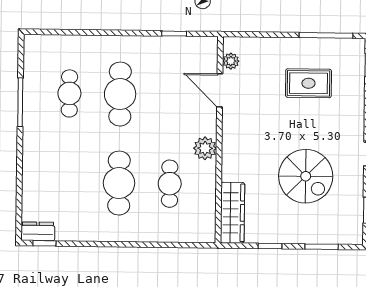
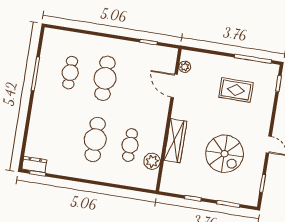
plant: (205, 148) -> (152, 161), moved
wardrobe: (232, 213) -> (175, 141), moved

